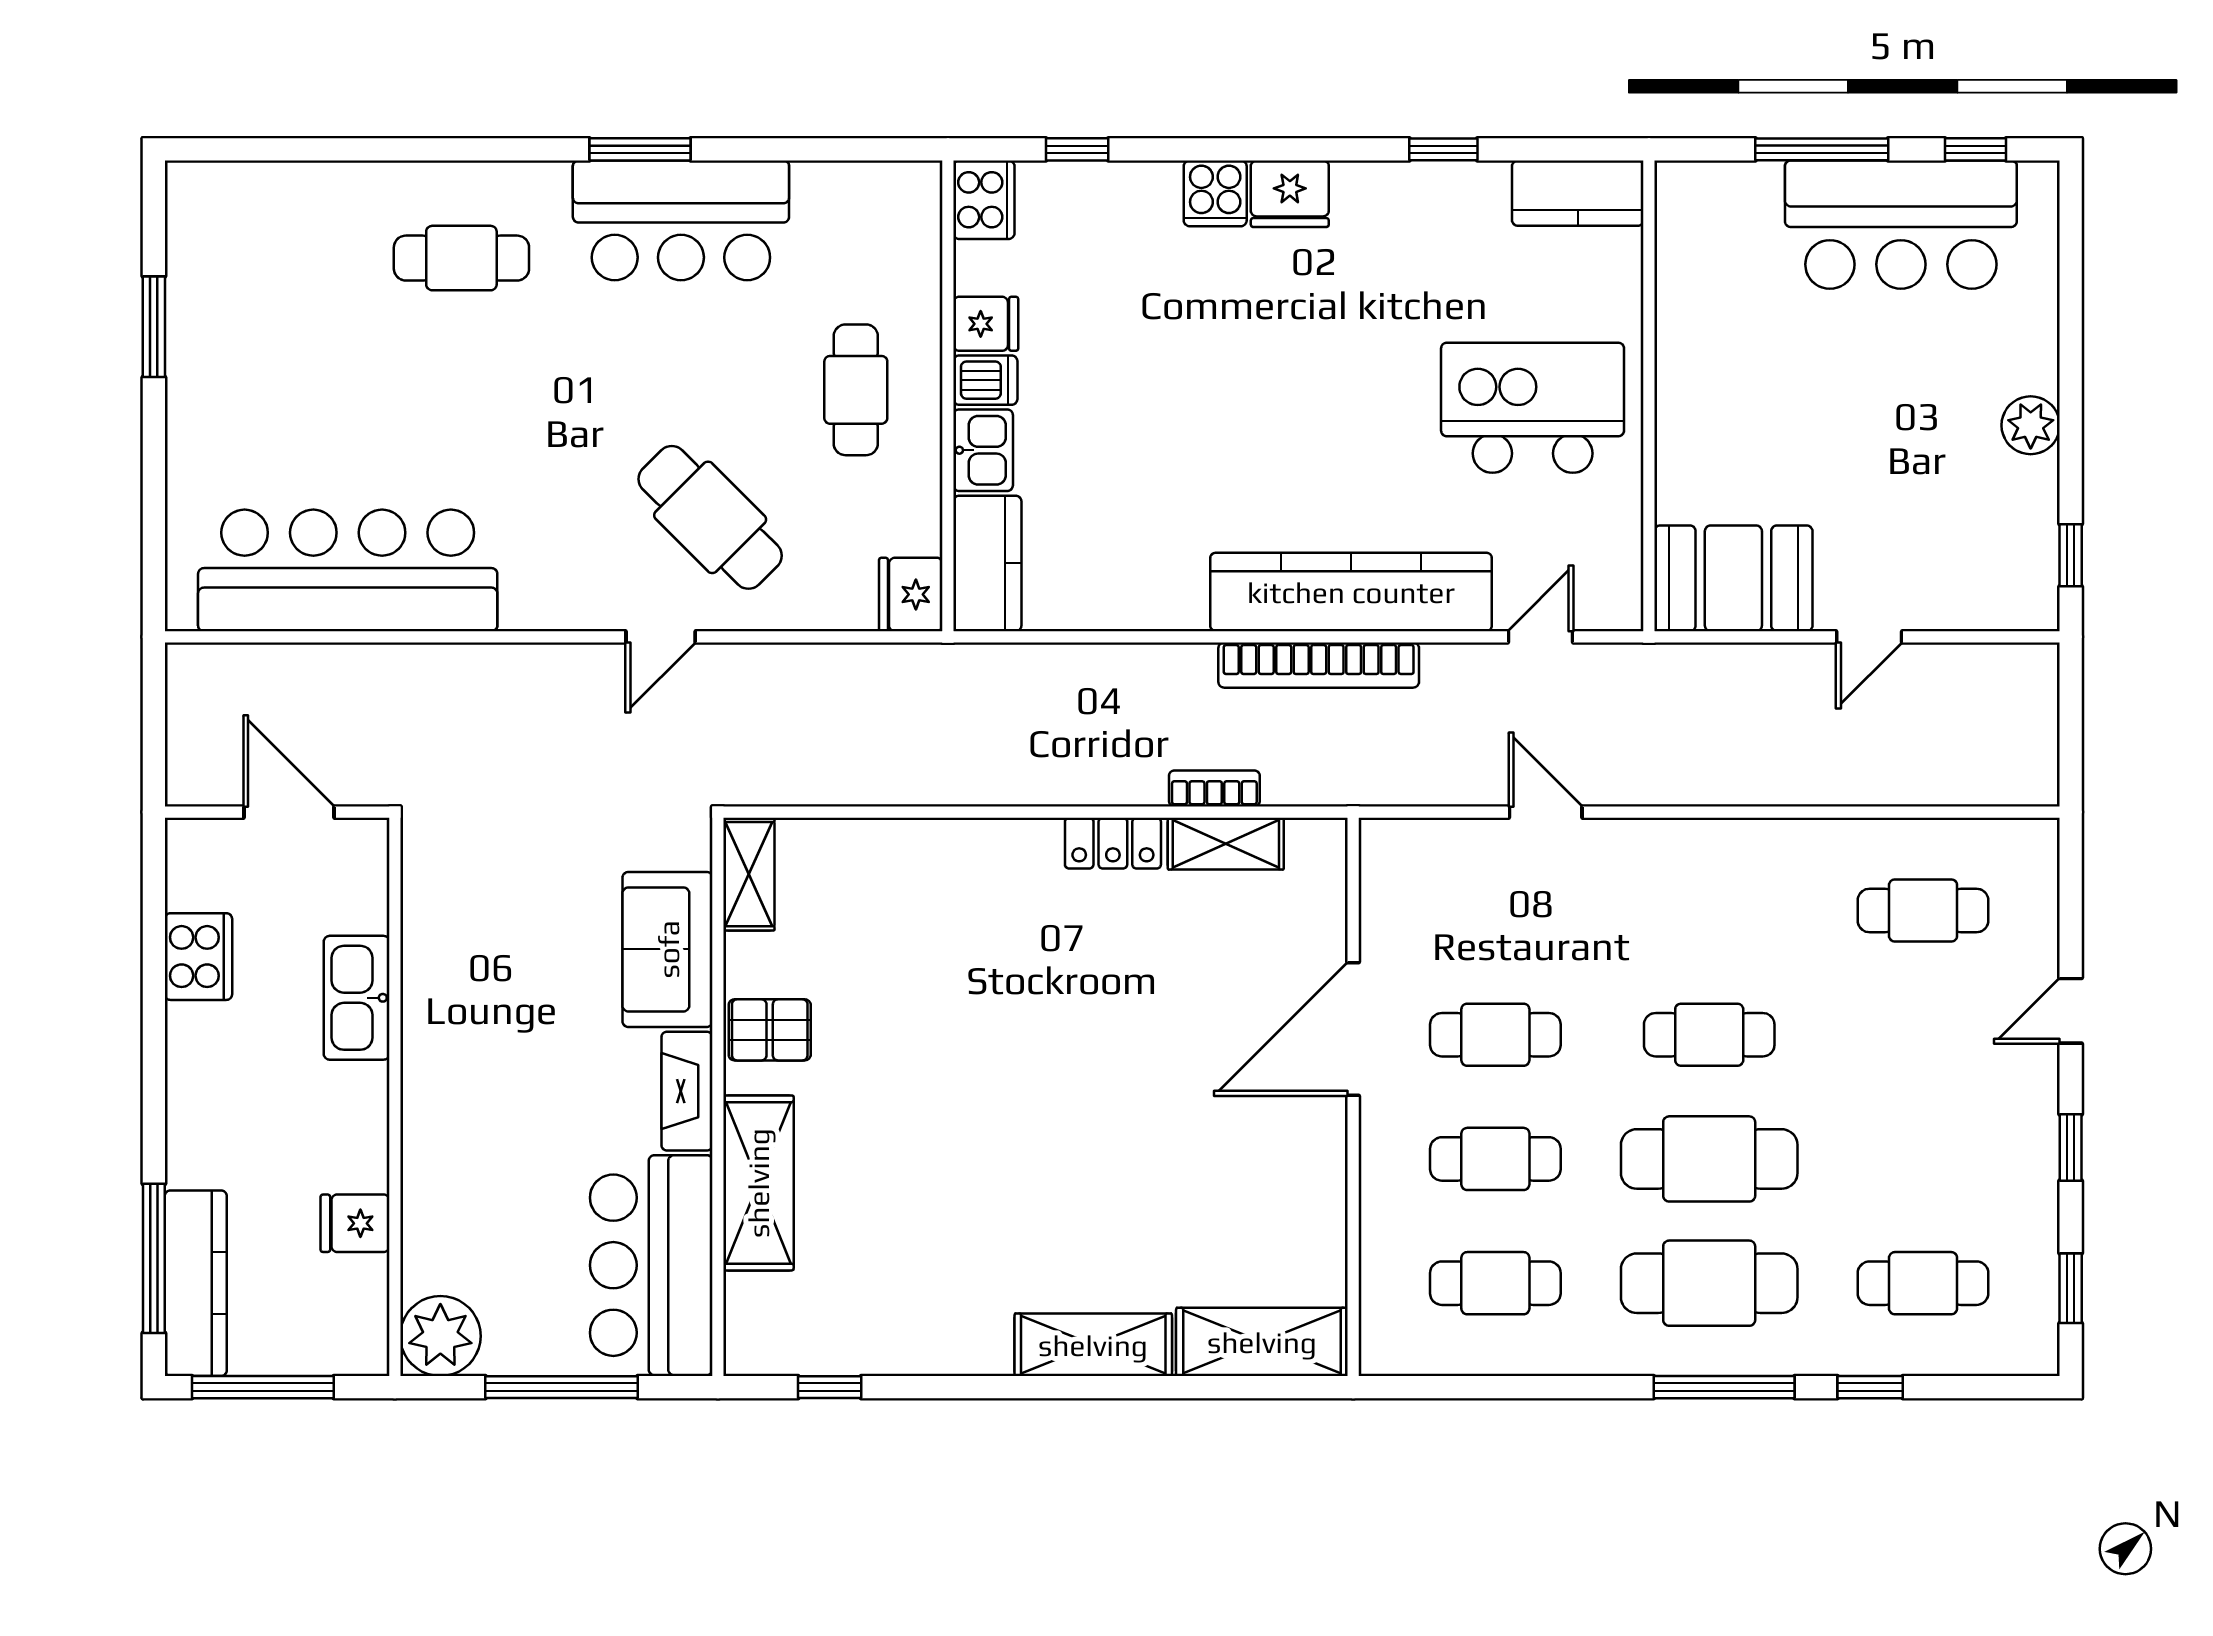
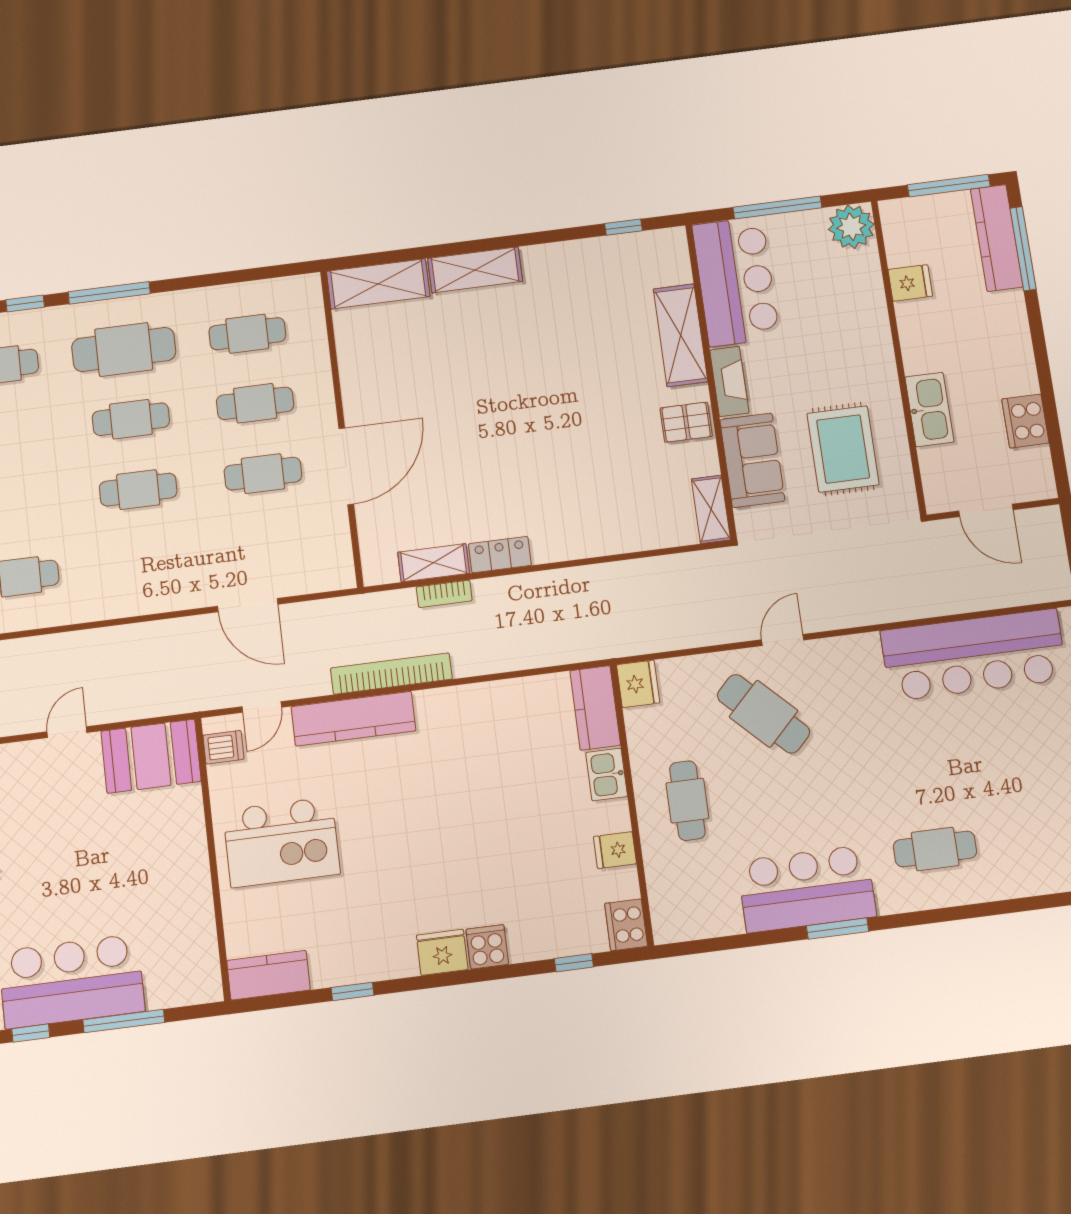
dishwasher: (985, 380) -> (223, 747), moved, turned 180
kitchen counter: (1351, 592) -> (353, 719), width x0.72, depth x0.86
door: (1546, 812) -> (248, 605), width x1.38
rug: (512, 949) -> (843, 449), added
cafe table: (1709, 1159) -> (131, 419), width x0.73, depth x0.74

